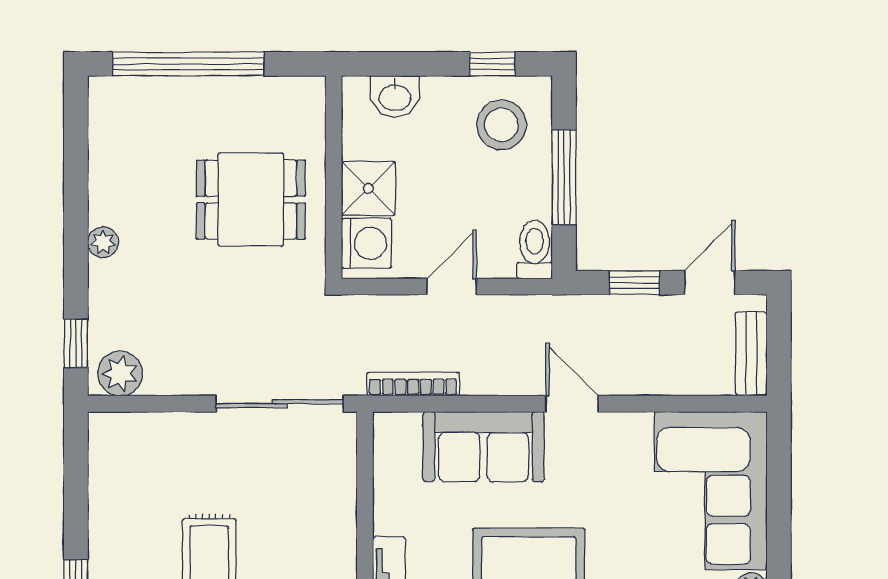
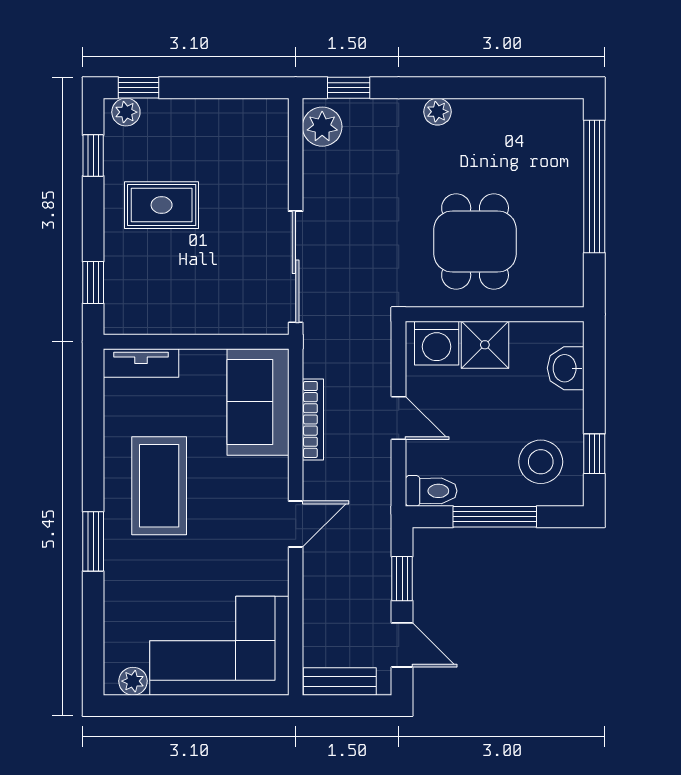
bookcase: (413, 384) -> (313, 419), moved
sofa: (484, 447) -> (258, 402), moved

